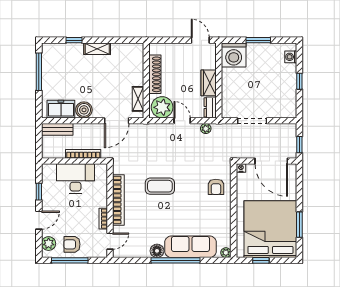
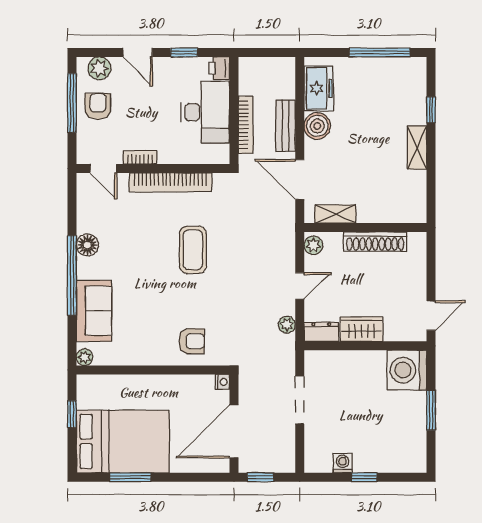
washing machine: (291, 57) -> (343, 463), moved
plant: (162, 107) -> (313, 245), width x0.53, depth x0.53
bench: (57, 129) -> (285, 126), moved
printer: (49, 170) -> (219, 68), added
armchair: (216, 187) -> (192, 341), turned 180
bed: (270, 229) -> (123, 441), width x0.73
sofa: (190, 247) -> (94, 311), width x0.73

